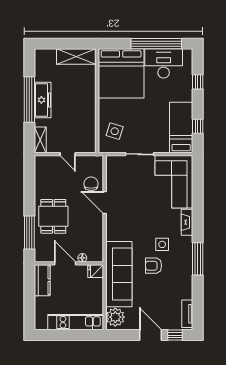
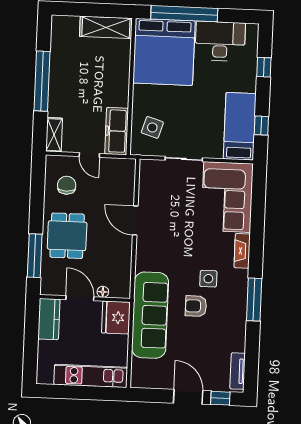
window: (156, 44) -> (184, 14), moved
freezer: (43, 100) -> (117, 131), moved, turned 180
chair: (91, 184) -> (67, 185), moved
fridge: (96, 271) -> (116, 318), width x1.88, depth x1.34
plant: (115, 317) -> (143, 371), removed

